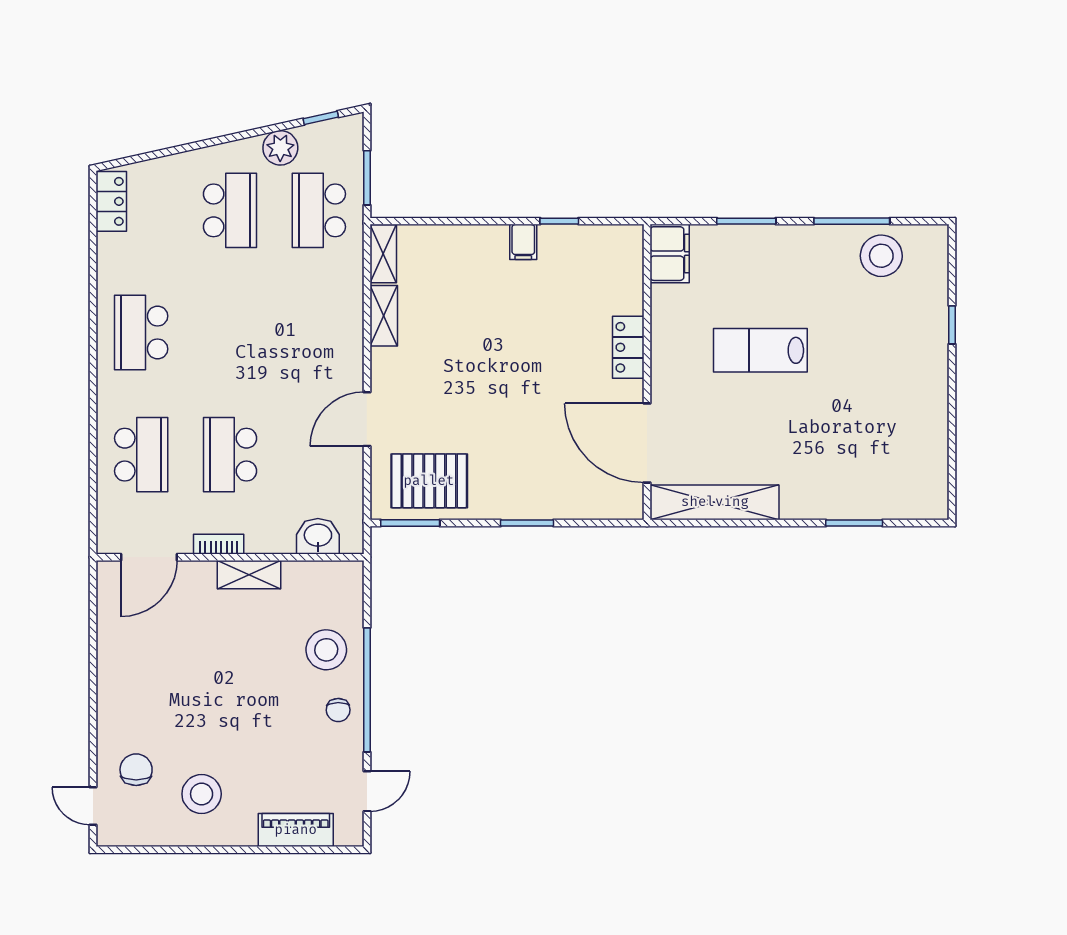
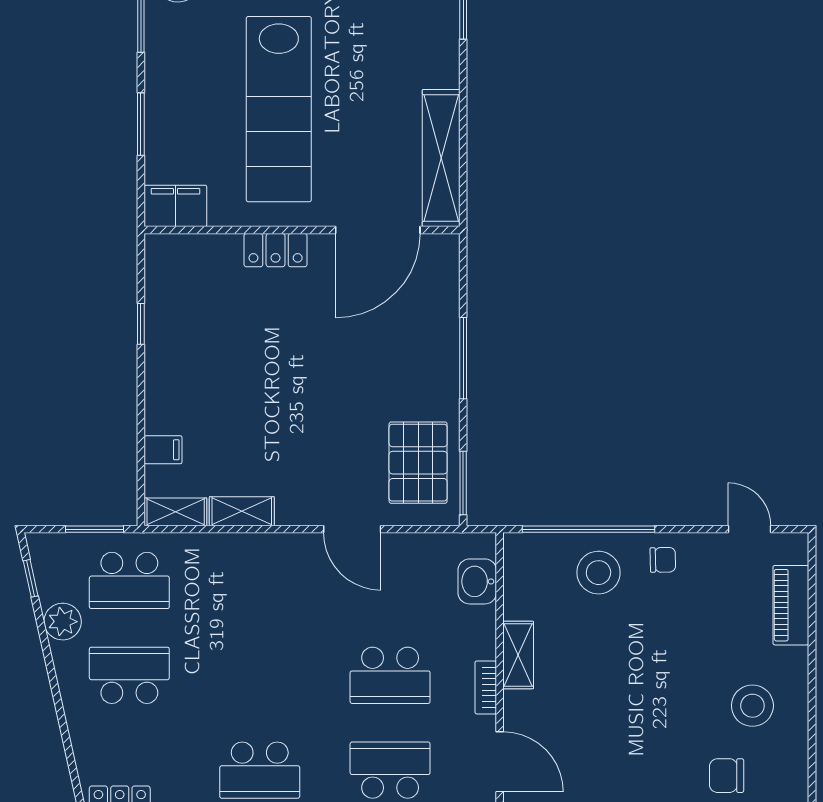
filing cabinet: (523, 242) -> (163, 450), moved
lab bench: (760, 350) -> (279, 109), width x1.86, depth x1.39
window: (527, 523) -> (463, 358), width x1.44
window: (367, 690) -> (589, 529), moved

